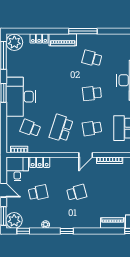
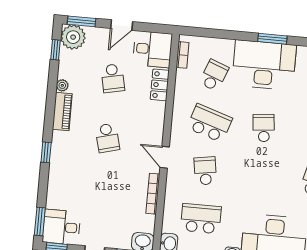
school desk: (92, 93) -> (264, 128), moved
piano: (113, 223) -> (62, 111), moved
window: (67, 231) -> (46, 152), moved

